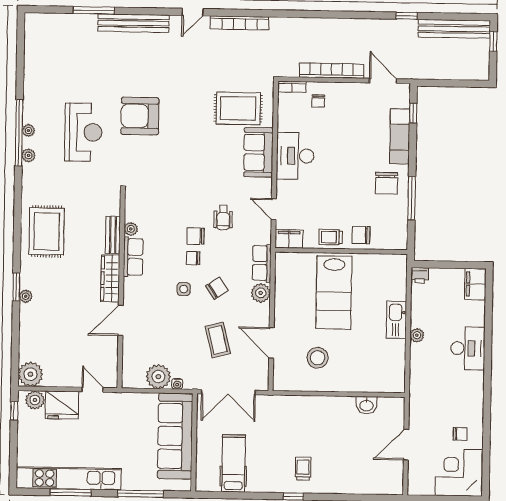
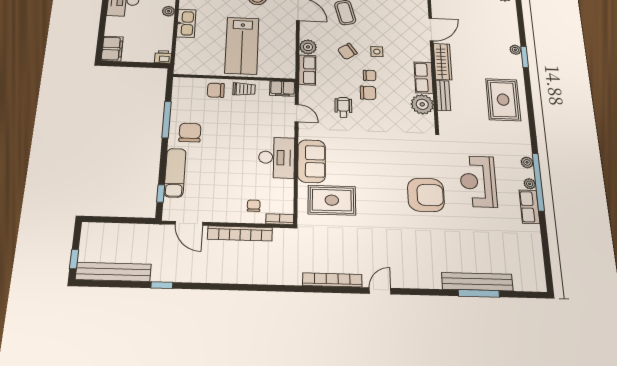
bench: (134, 23) -> (477, 282), moved
row of seats: (32, 104) -> (529, 207), added
plant: (131, 229) -> (422, 104), width x1.88, depth x1.88
chair: (361, 235) -> (216, 90), turned 180
lab bench: (334, 292) -> (242, 46), turned 180

